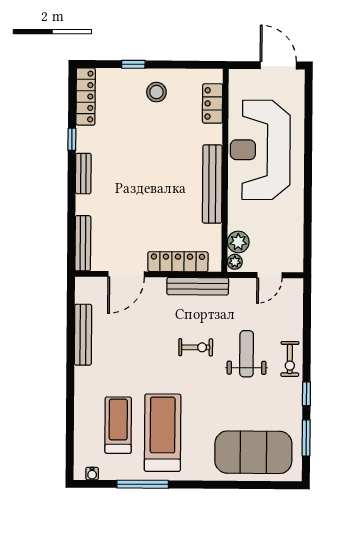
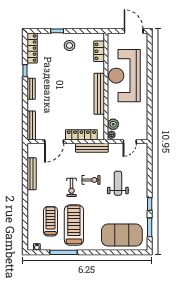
exercise bike: (290, 359) -> (72, 187), moved

